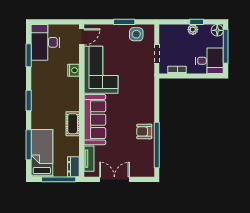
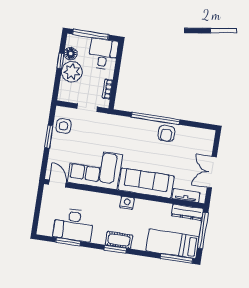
plant: (193, 30) -> (72, 72), width x1.88, depth x1.88
floor lamp: (217, 30) -> (71, 54), moved
desk: (45, 42) -> (74, 225), moved
nightstand: (74, 70) -> (127, 203), moved
cot: (73, 124) -> (119, 240), moved
window: (29, 145) -> (176, 258), moved
window: (157, 145) -> (156, 118), moved
dresser: (73, 167) -> (187, 212), width x1.44

